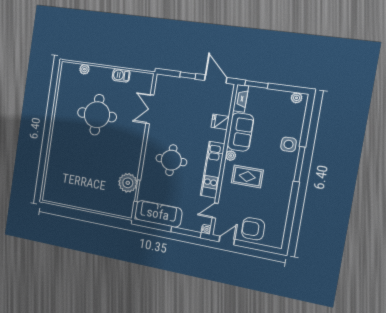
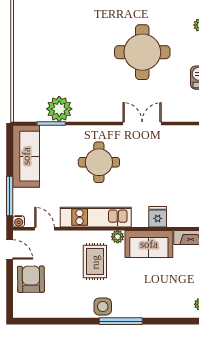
double door: (150, 109) -> (142, 123), moved
side table: (289, 144) -> (103, 307), moved

